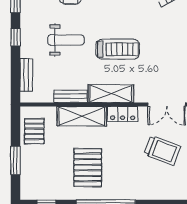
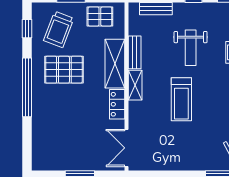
shelving: (111, 94) -> (135, 85), width x0.67, depth x0.75
trolley: (162, 150) -> (59, 29), moved

